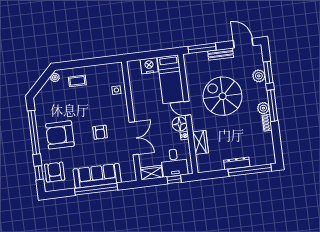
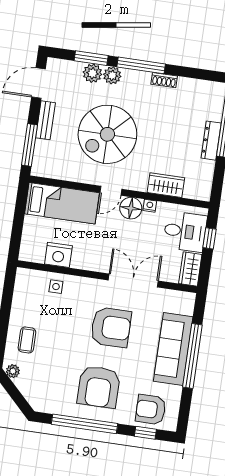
nightstand: (149, 66) -> (58, 255), moved, turned -90
plant: (263, 108) -> (112, 75), moved
armchair: (100, 132) -> (111, 327), width x1.88, depth x1.88

